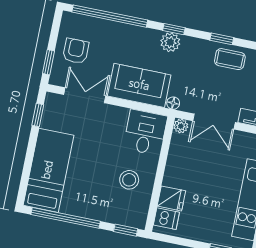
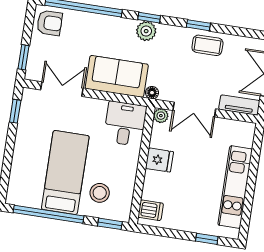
armchair: (76, 51) -> (50, 23), moved, turned 90
bed: (48, 170) -> (65, 172), moved
stool: (129, 180) -> (100, 193), moved
fridge: (171, 198) -> (159, 160), moved

